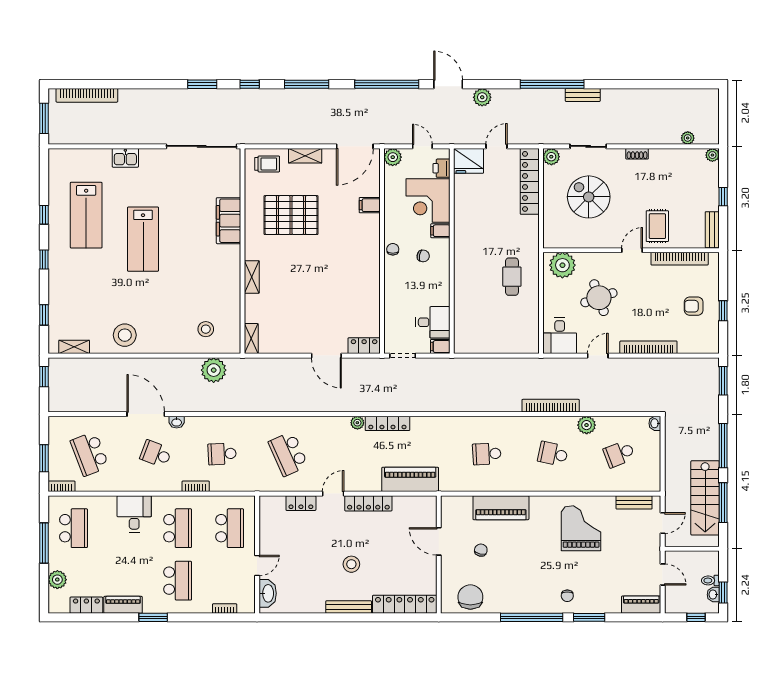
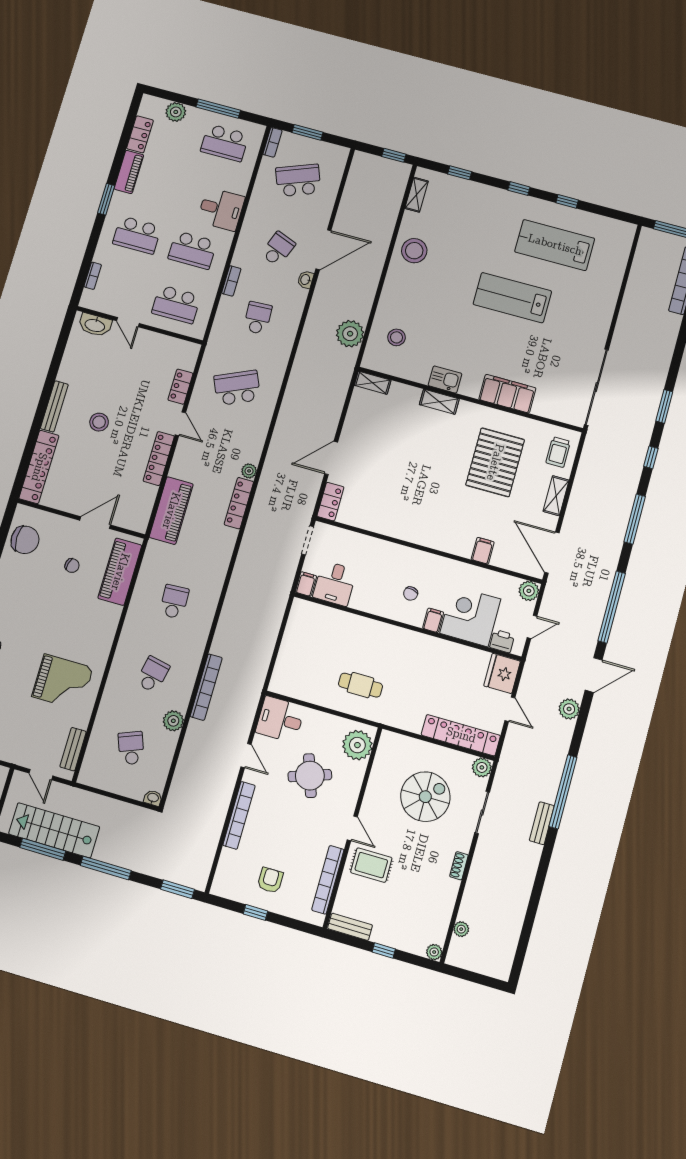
kitchen sink: (125, 158) -> (445, 380), moved, turned 90
chair: (393, 249) -> (427, 562), removed
piano: (501, 508) -> (120, 572), moved

